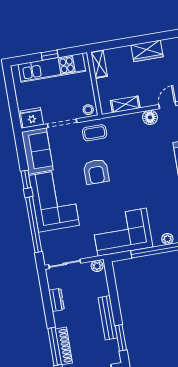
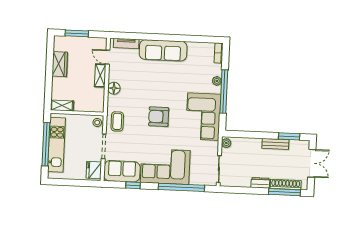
window: (50, 55) -> (46, 144), width x3.17
shelving: (125, 104) -> (100, 76), moved
floor lamp: (150, 117) -> (114, 88), moved
armchair: (96, 172) -> (159, 117), moved, turned 180
window: (26, 179) -> (133, 185), moved
dresser: (56, 300) -> (260, 183), moved
bench: (108, 318) -> (275, 144), width x0.73

